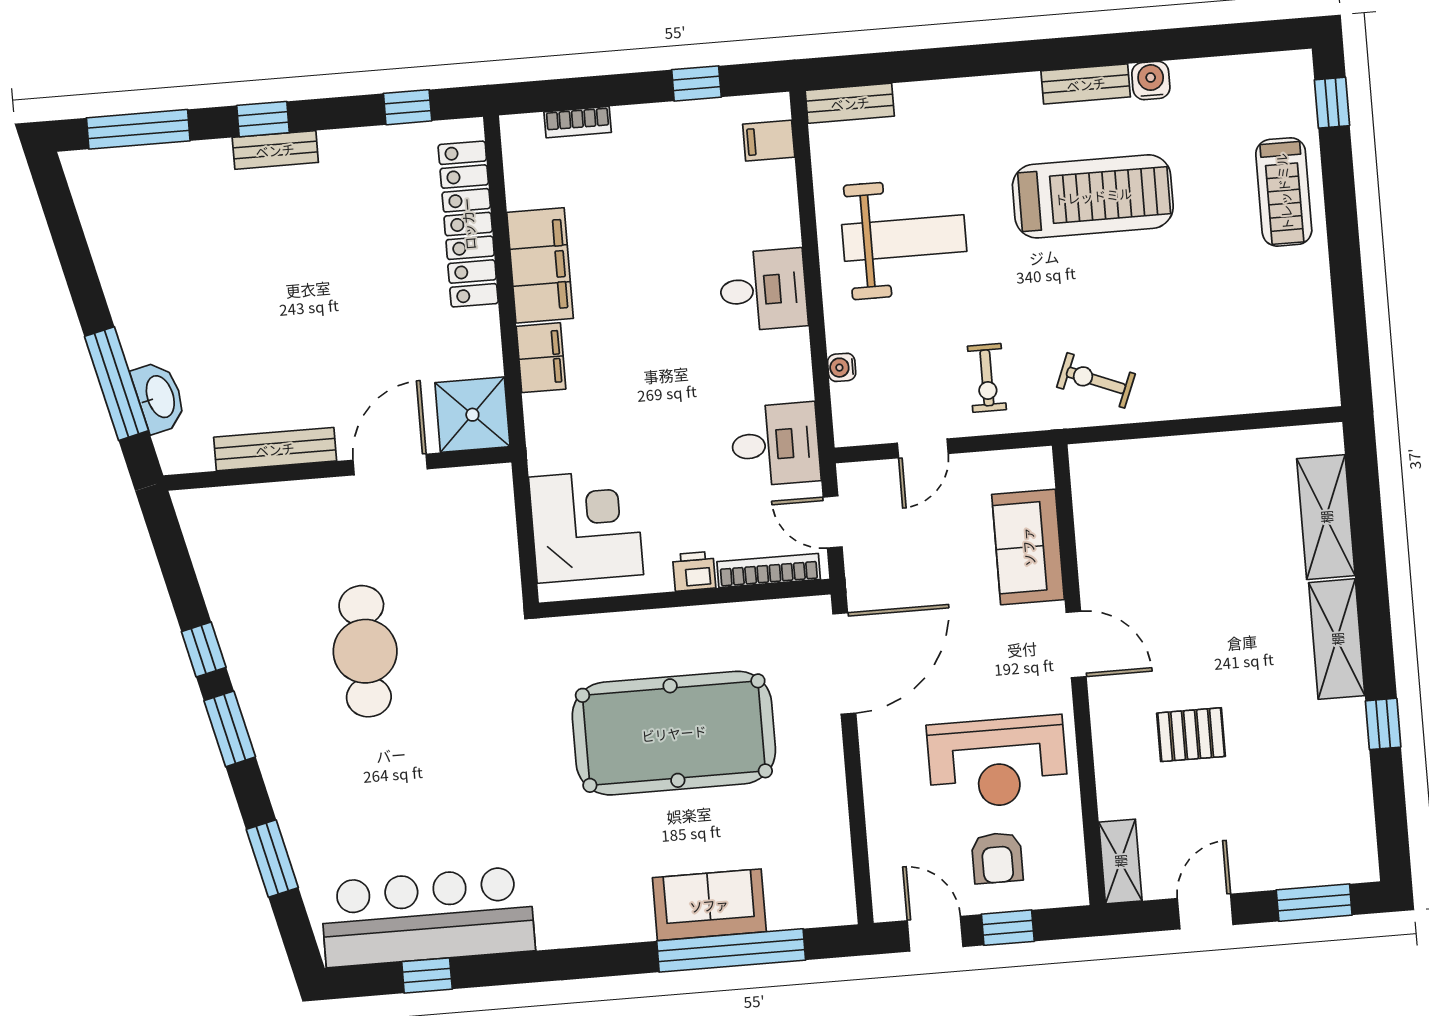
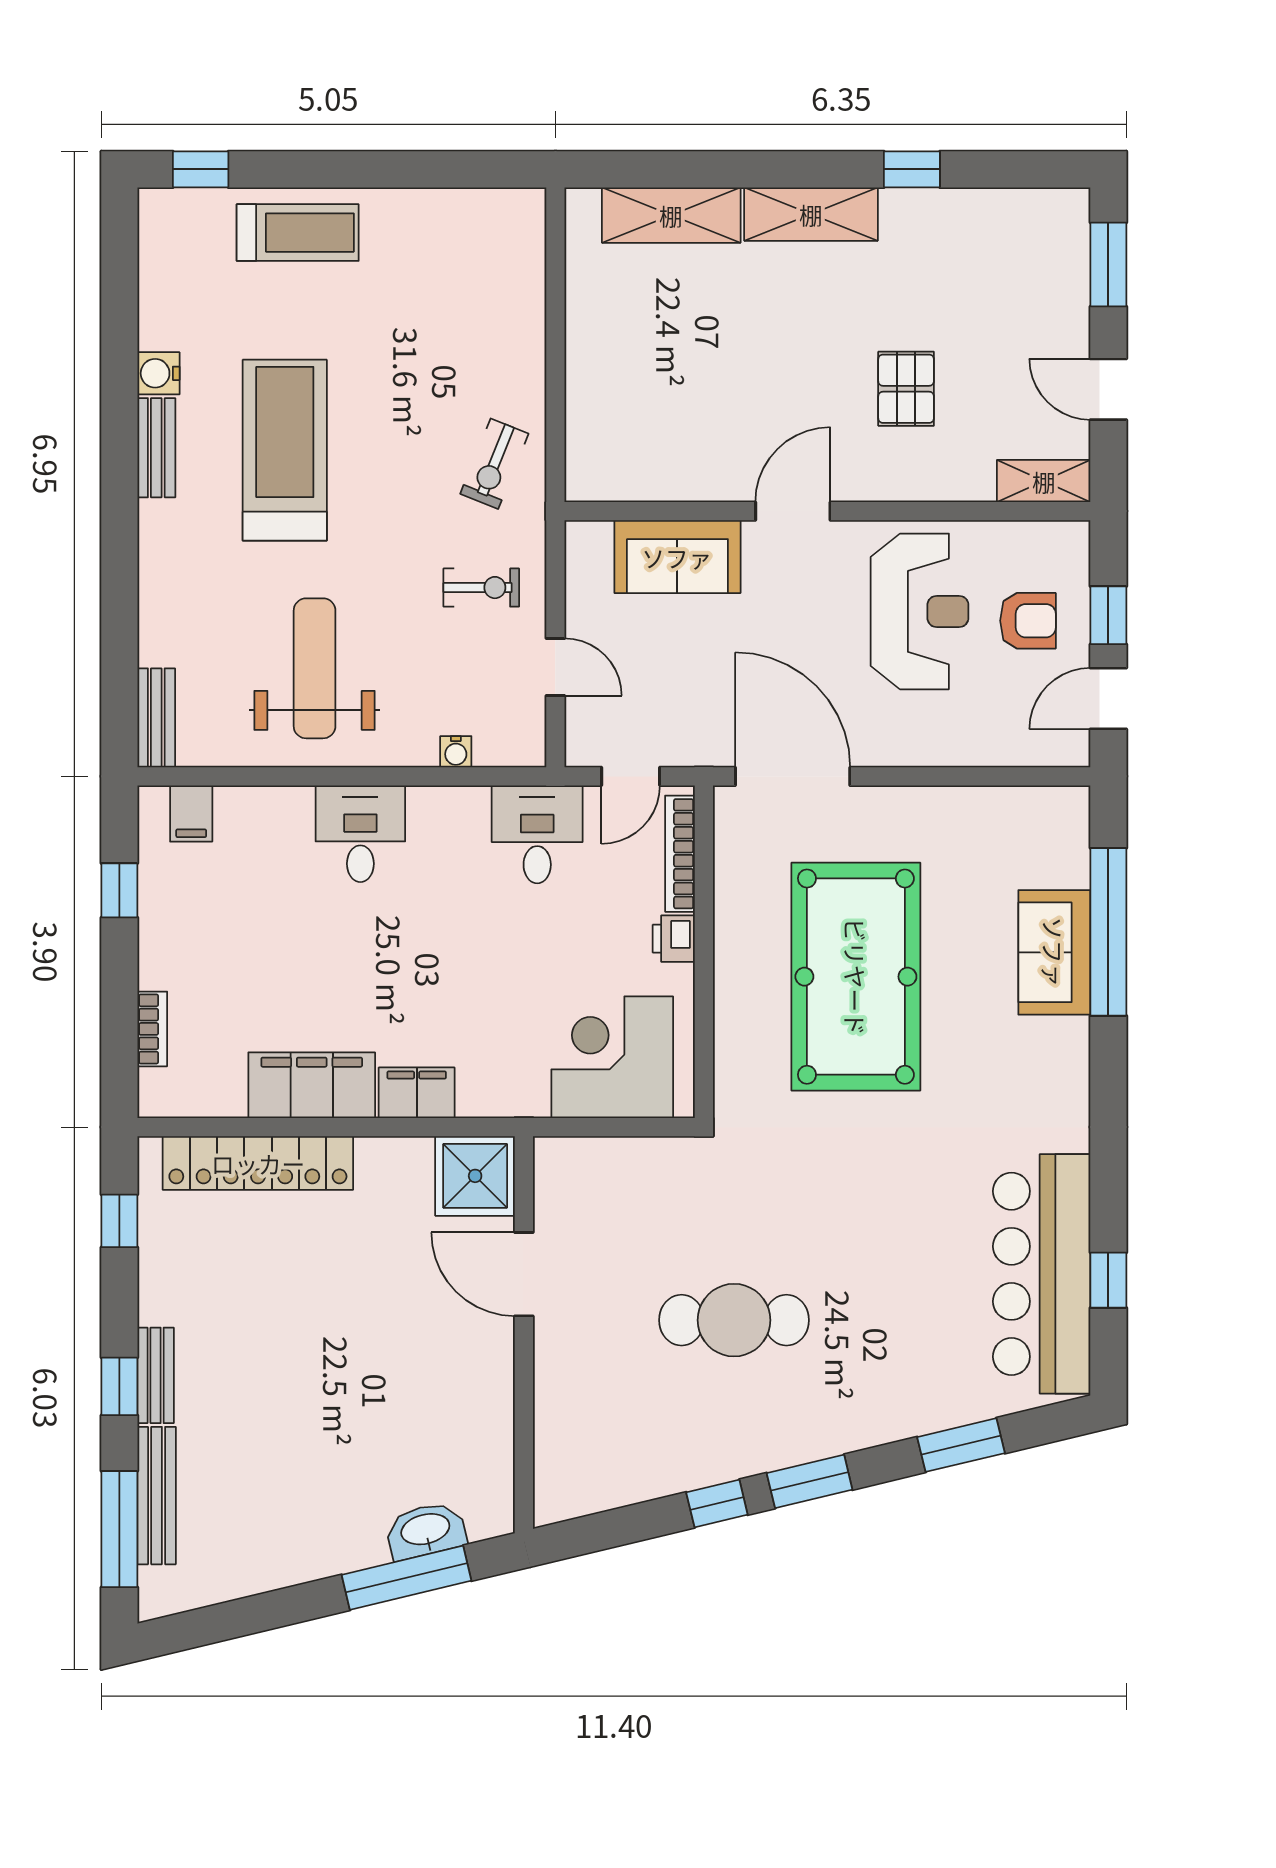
bench: (275, 449) -> (157, 1496), moved

